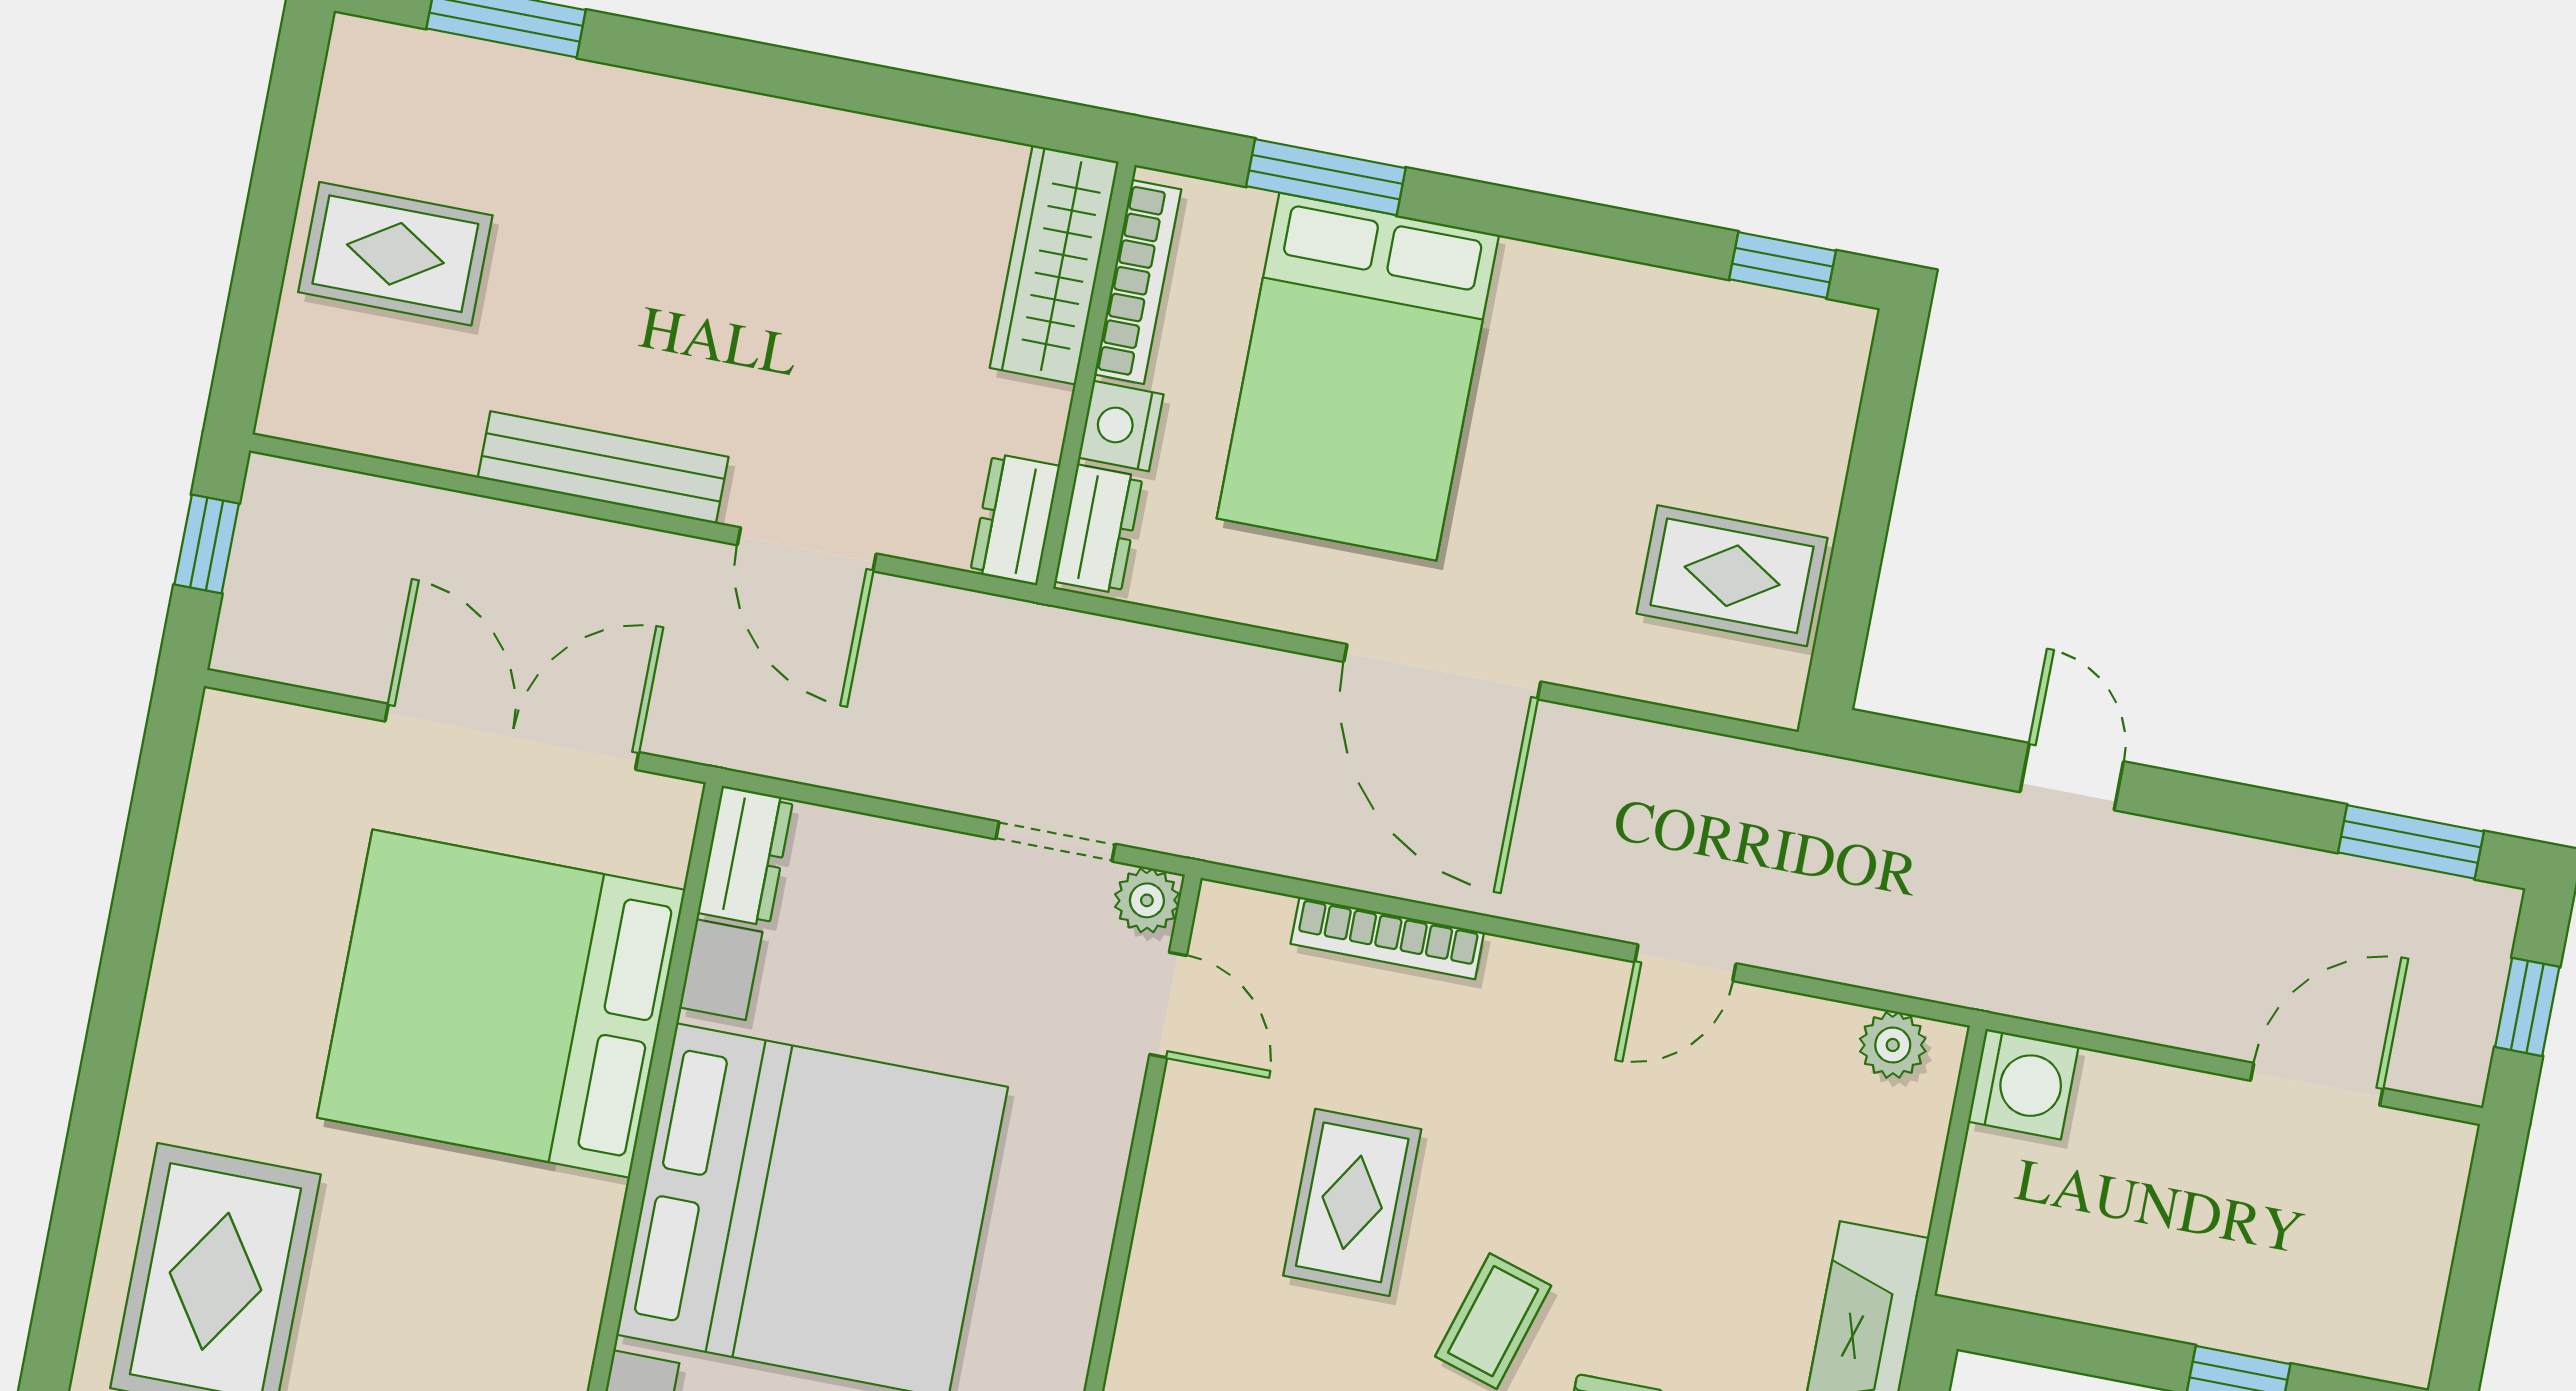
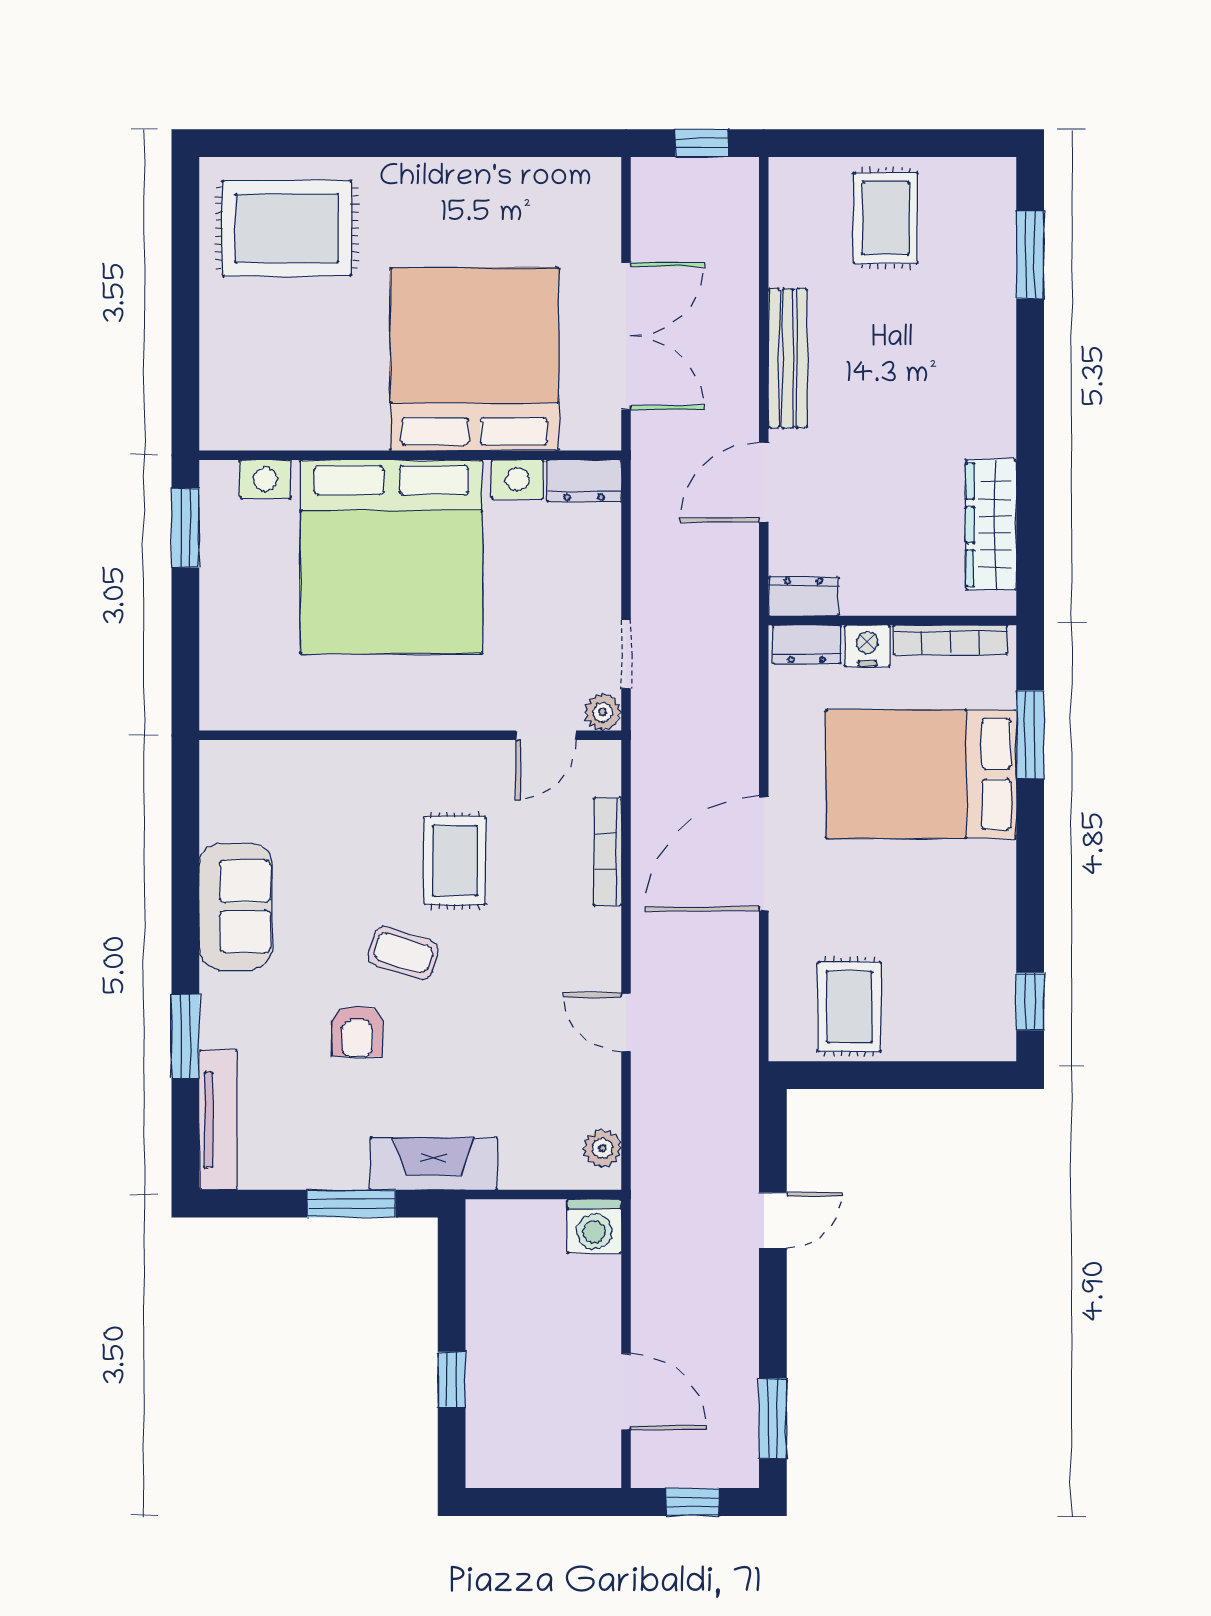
wardrobe: (1054, 265) -> (991, 525), moved, turned -90
rug: (1352, 1202) -> (455, 861), turned 90

